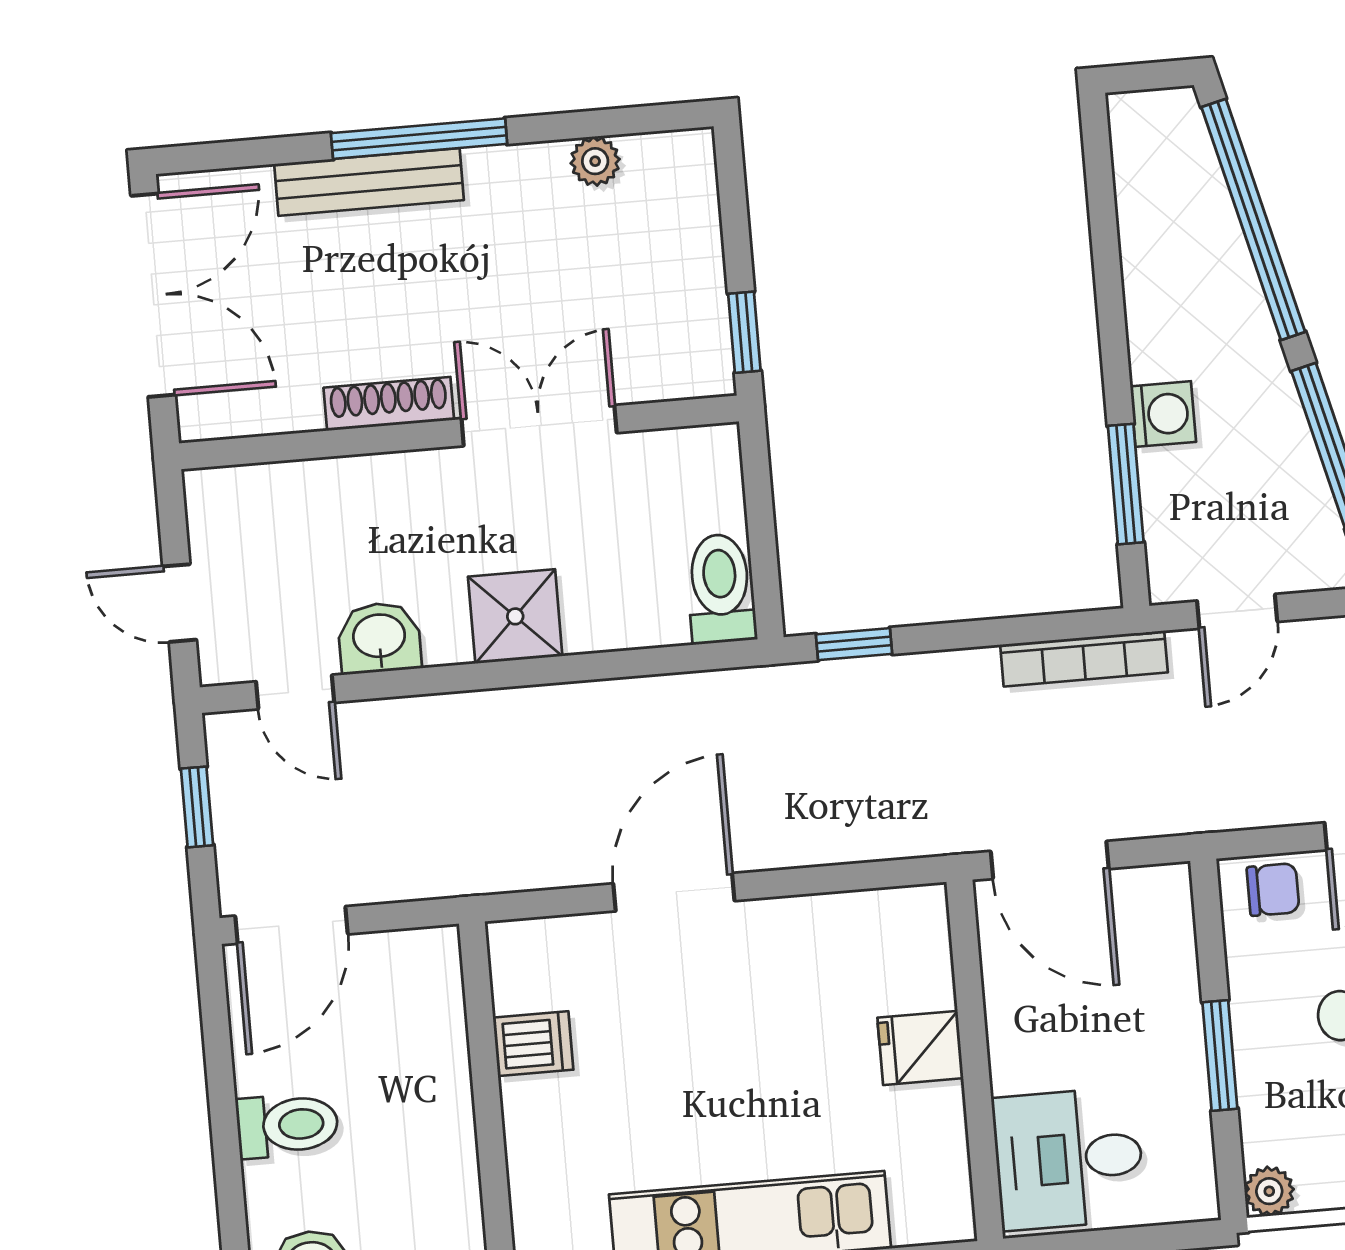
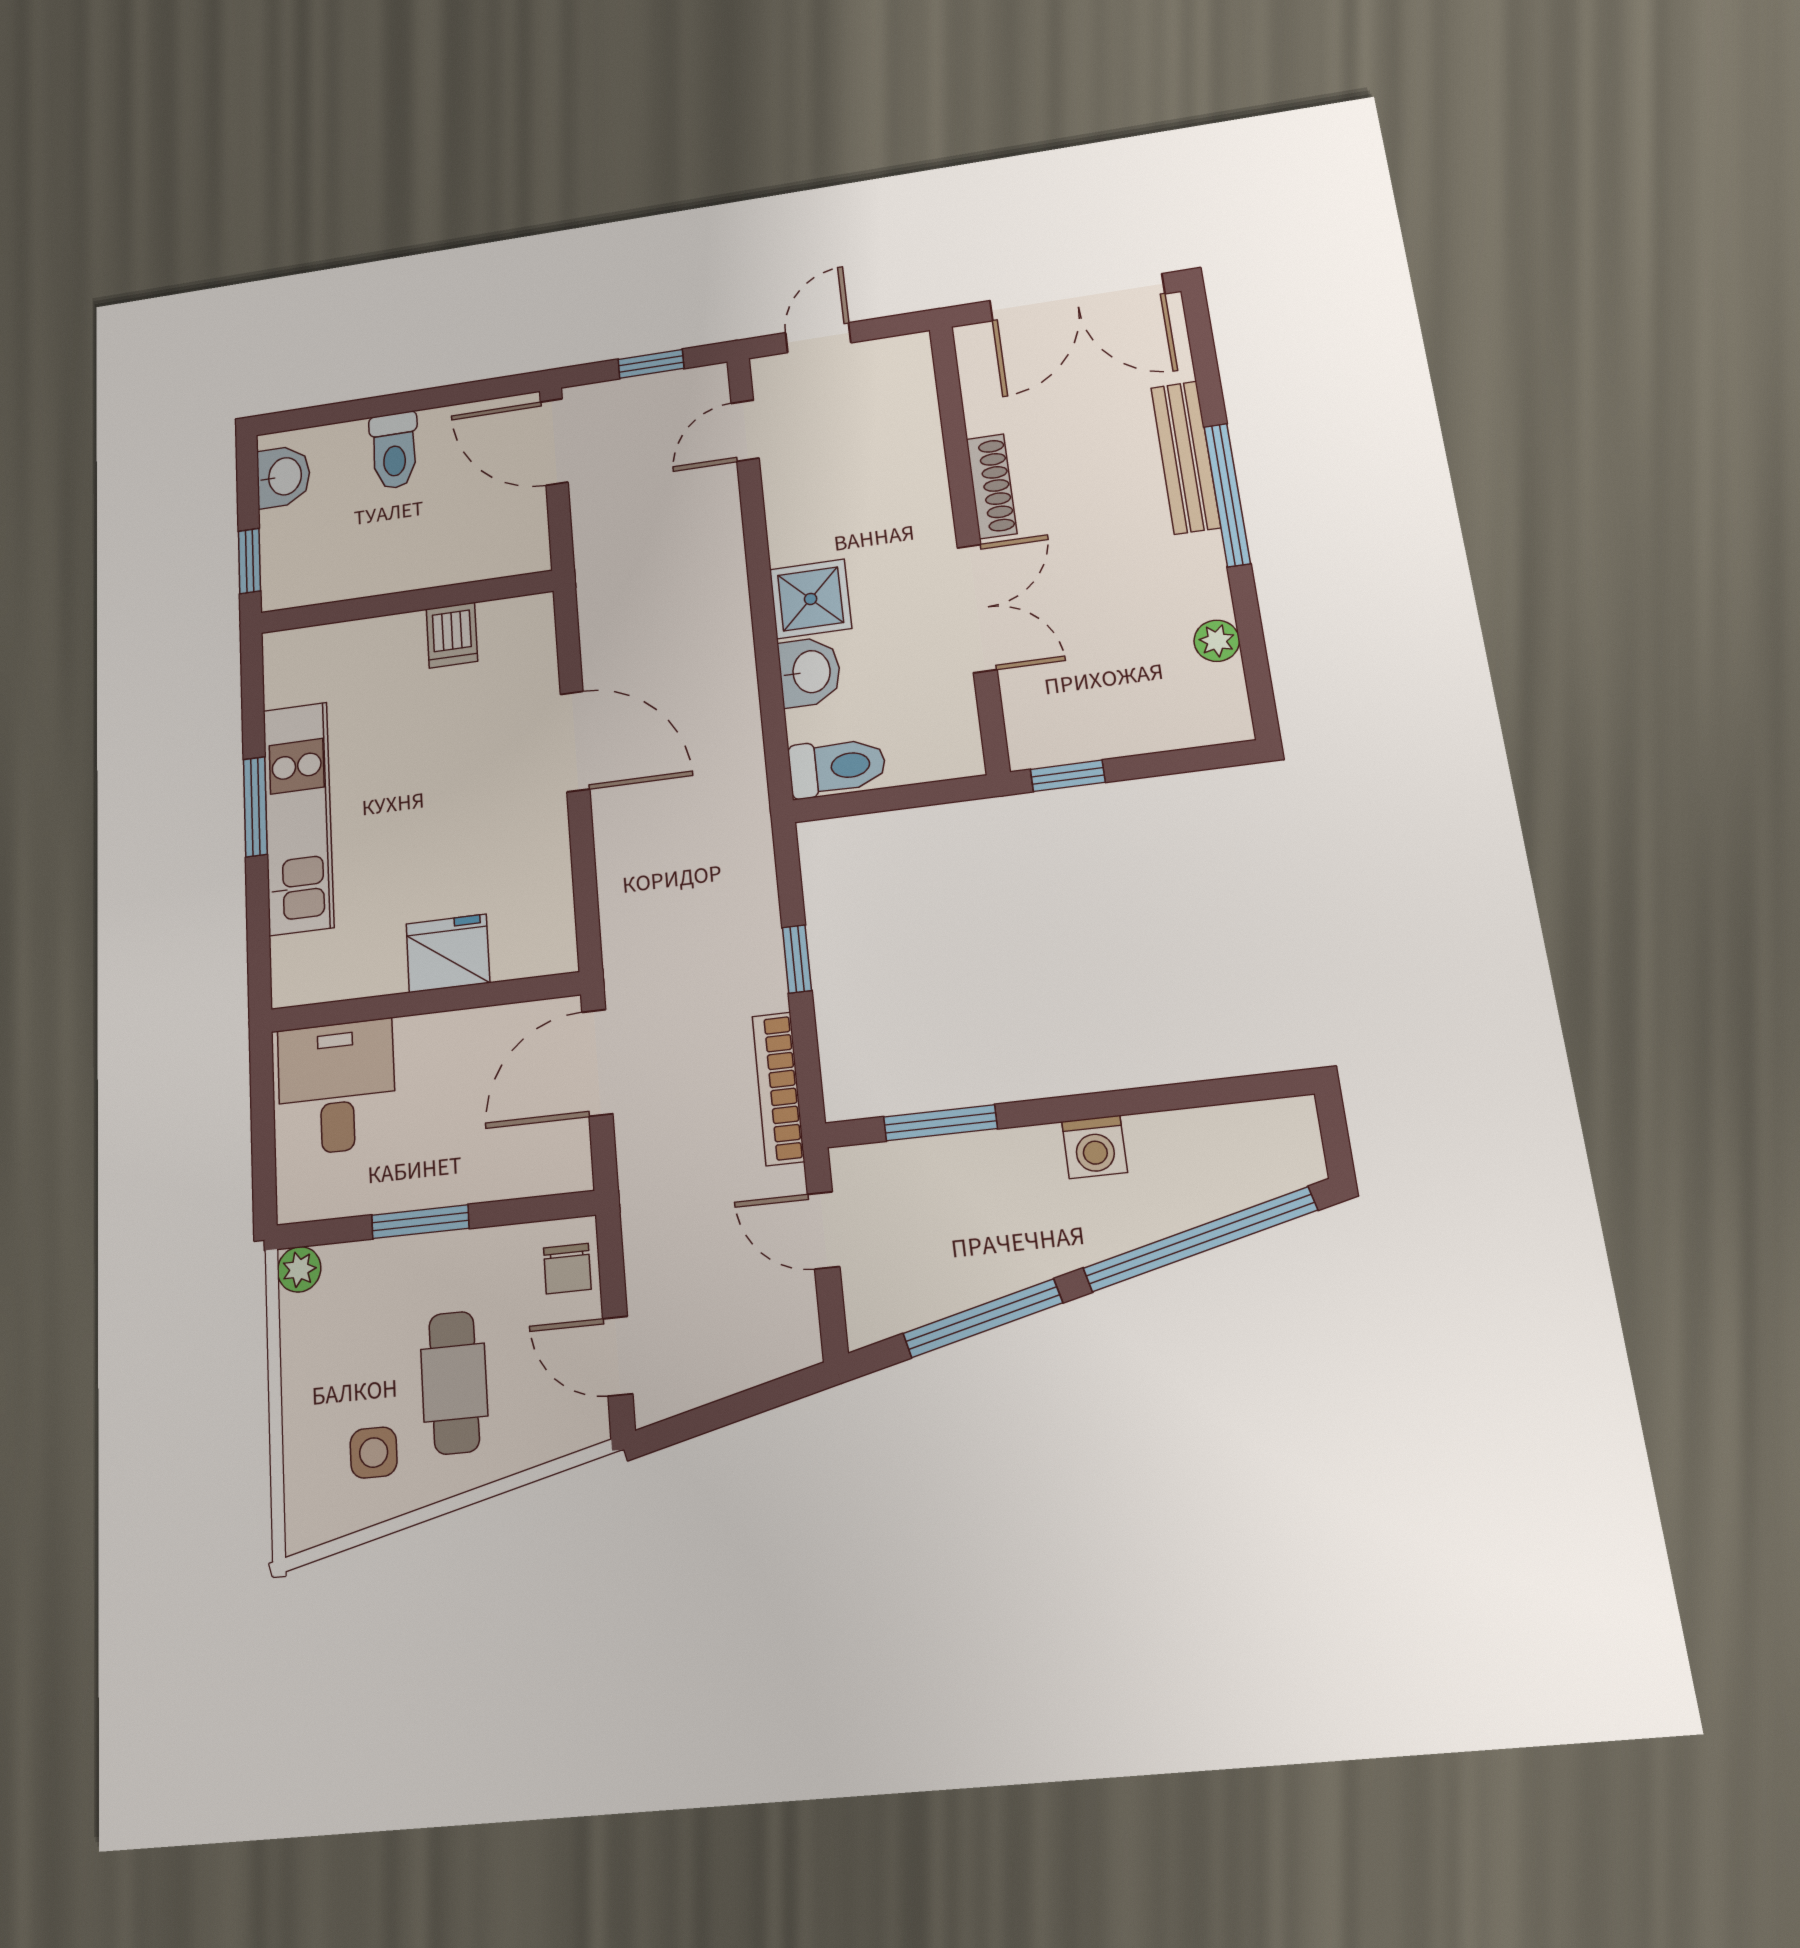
washing machine: (1163, 414) -> (1095, 1147), moved
washbasin: (379, 638) -> (810, 672), moved
window: (854, 644) -> (797, 959), moved
fridge: (920, 1048) -> (448, 953), width x1.38

